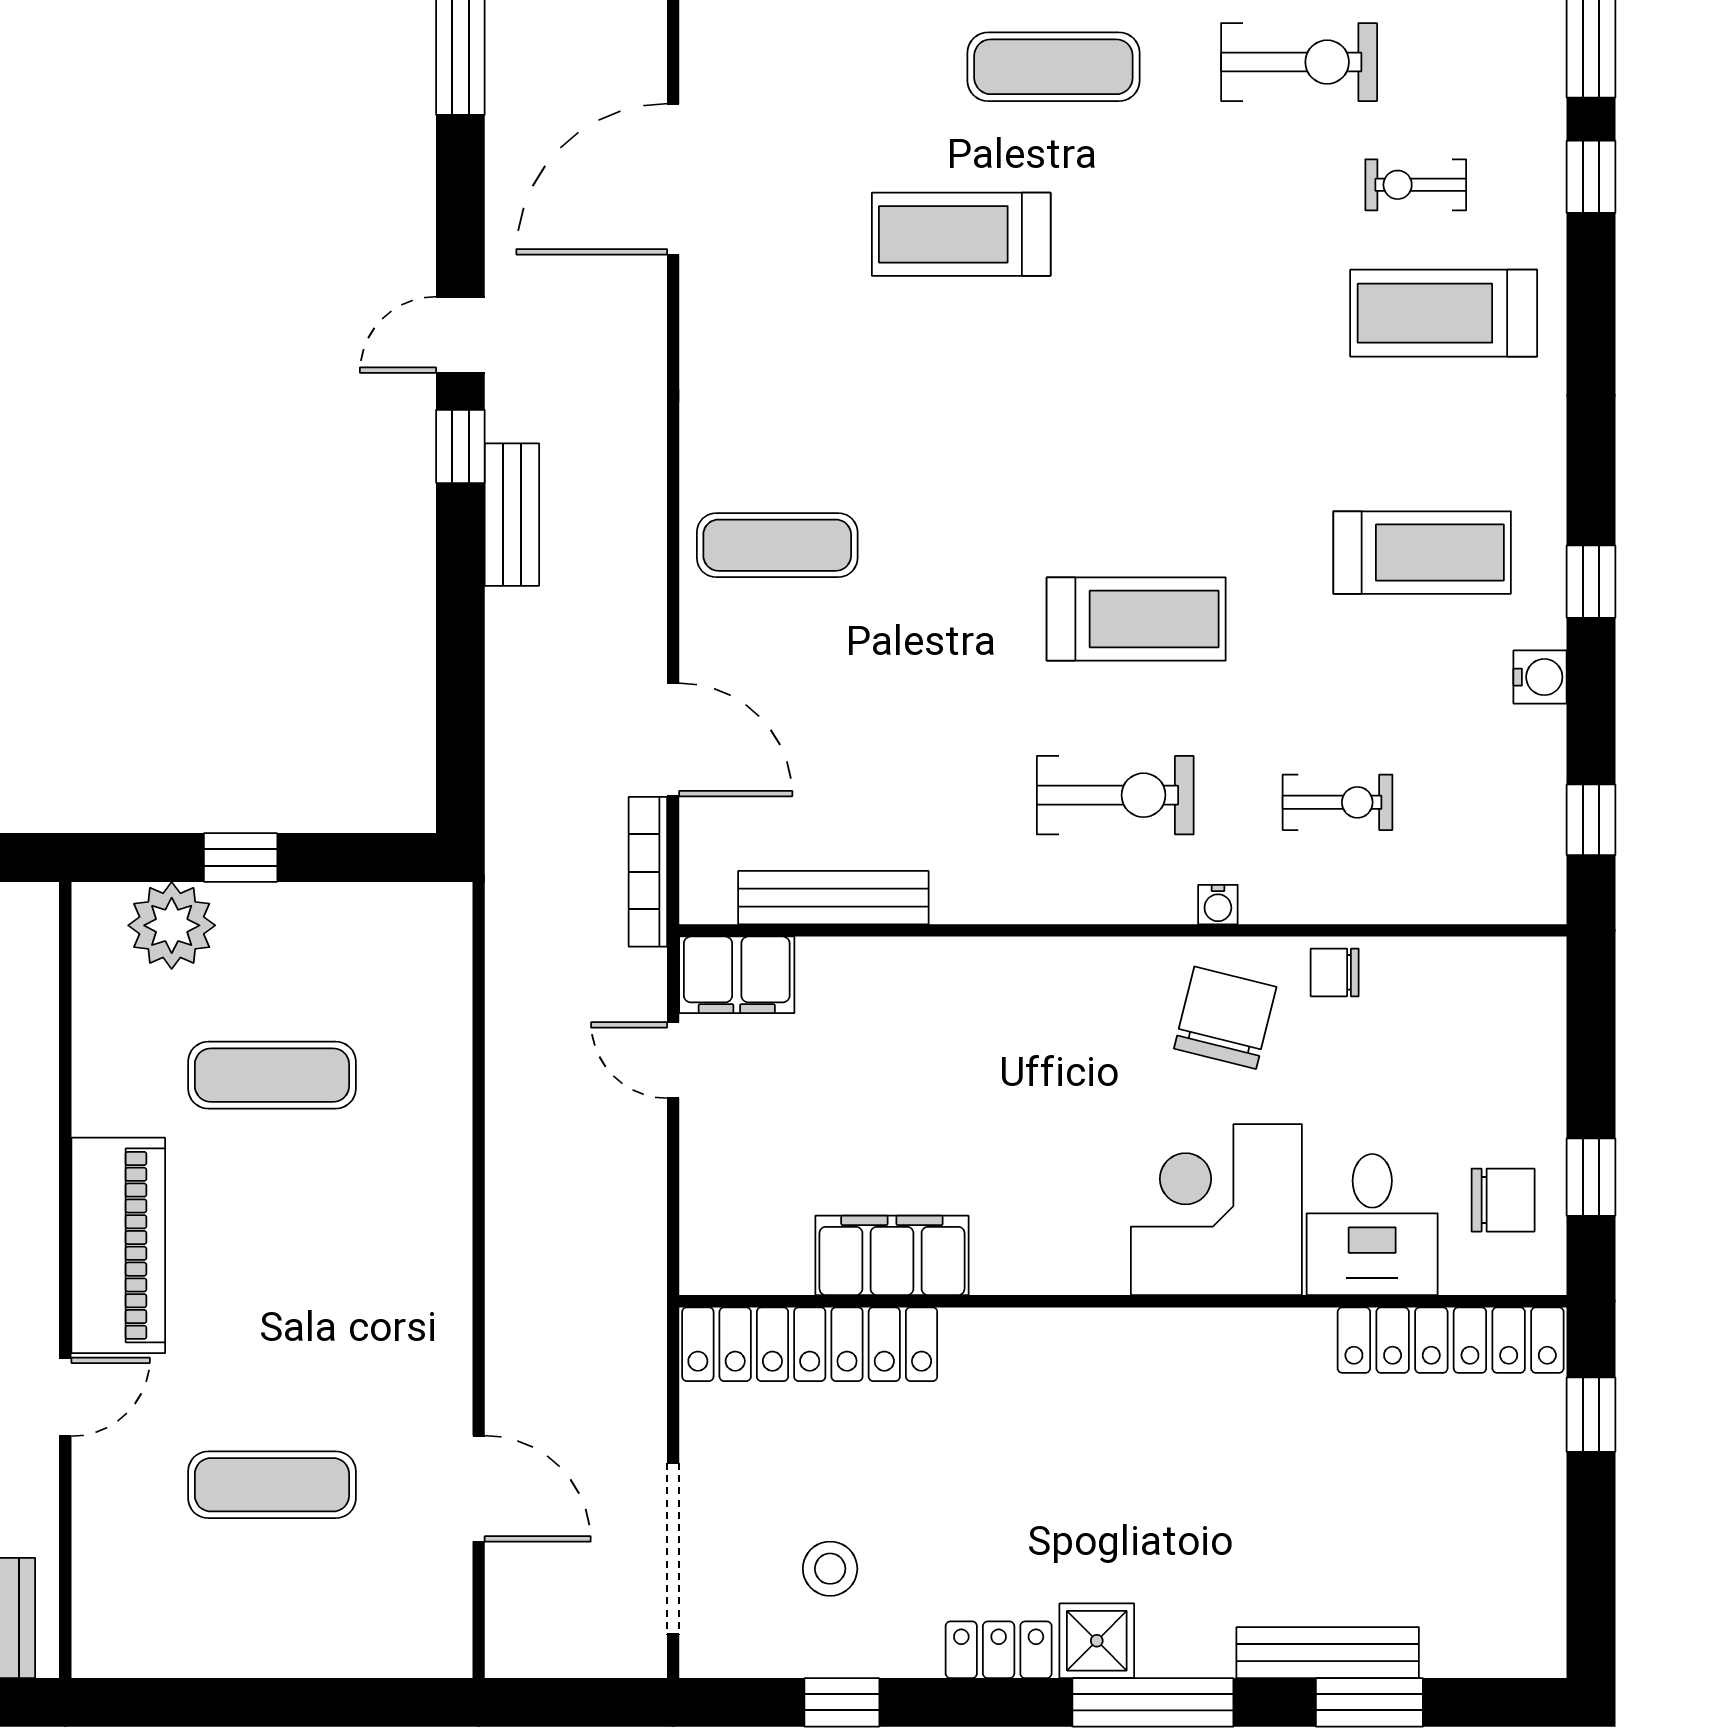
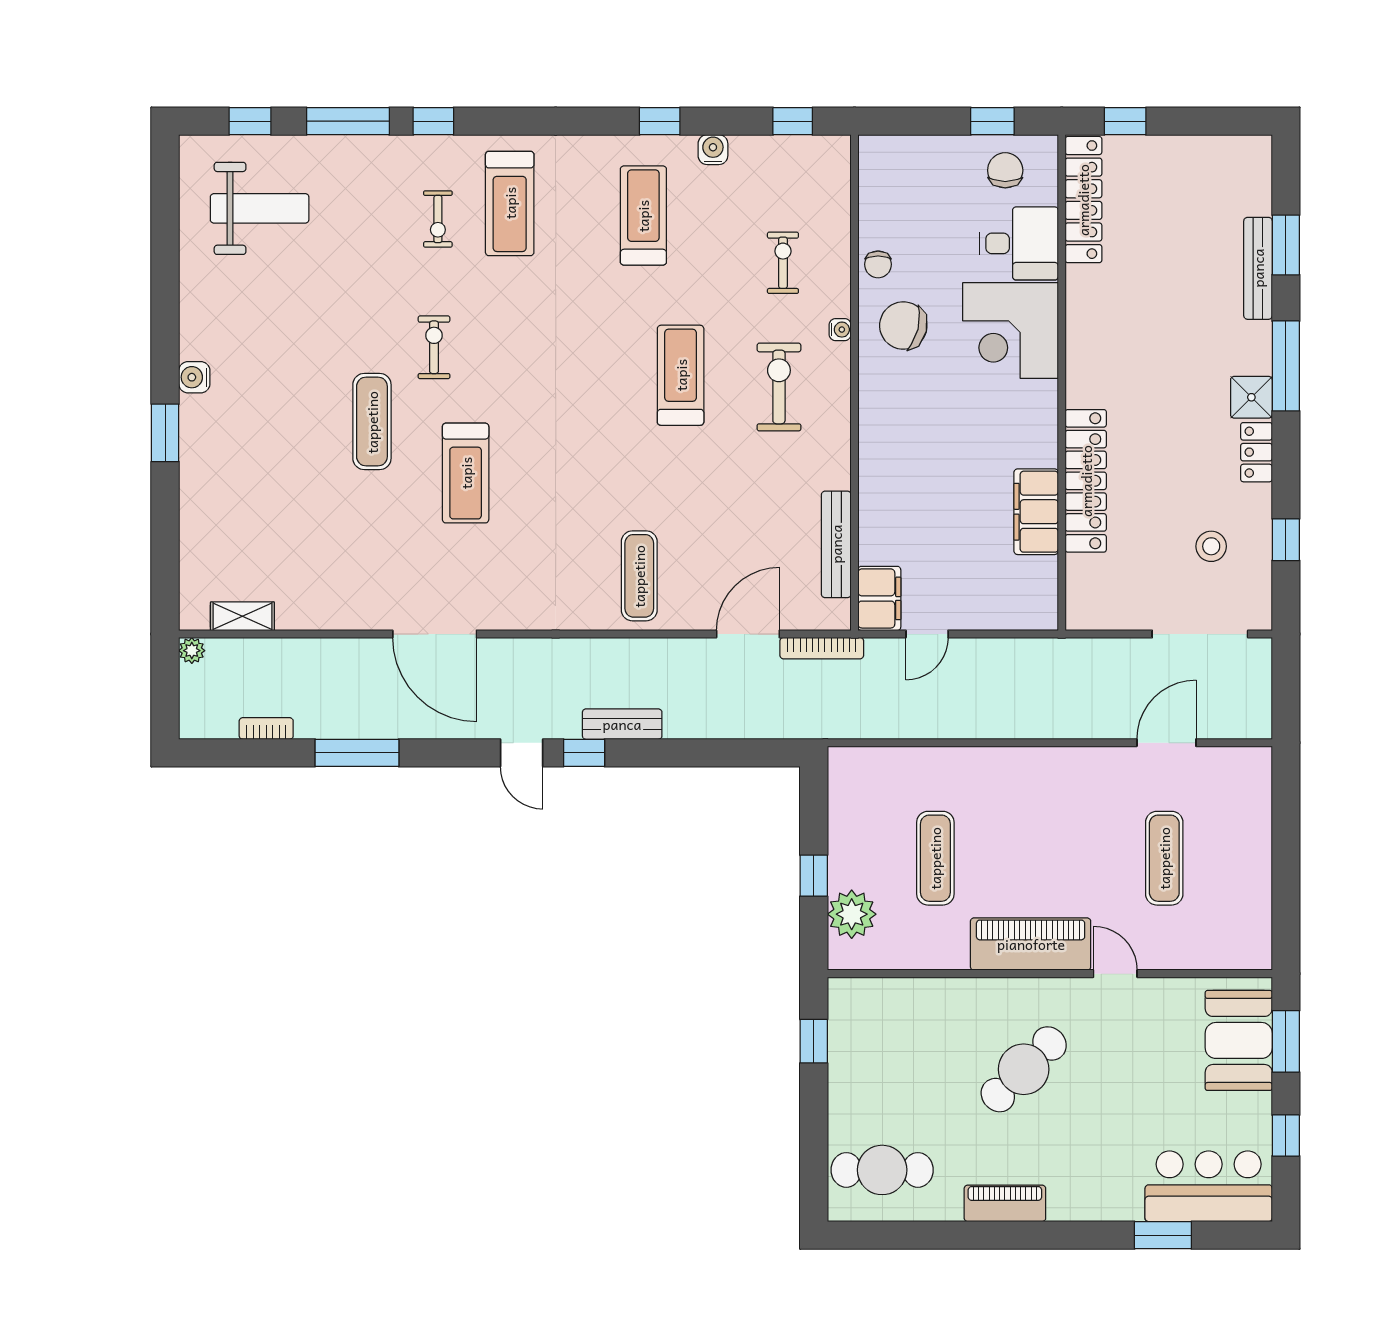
exercise bike: (1299, 62) -> (434, 347), moved, width x0.73, depth x0.72
locker: (810, 1344) -> (1086, 481), moved

